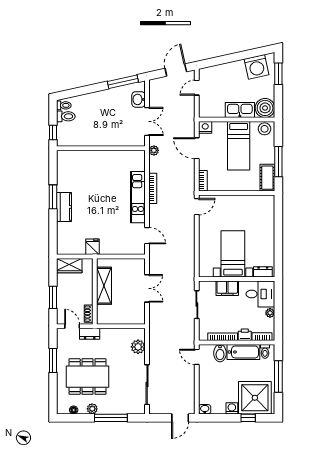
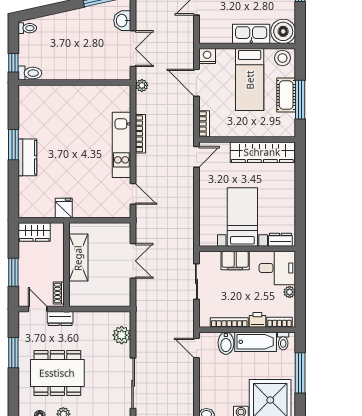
toilet: (66, 116) -> (30, 73), moved
cot: (267, 178) -> (286, 95), moved
wardrobe: (249, 203) -> (262, 152), added

